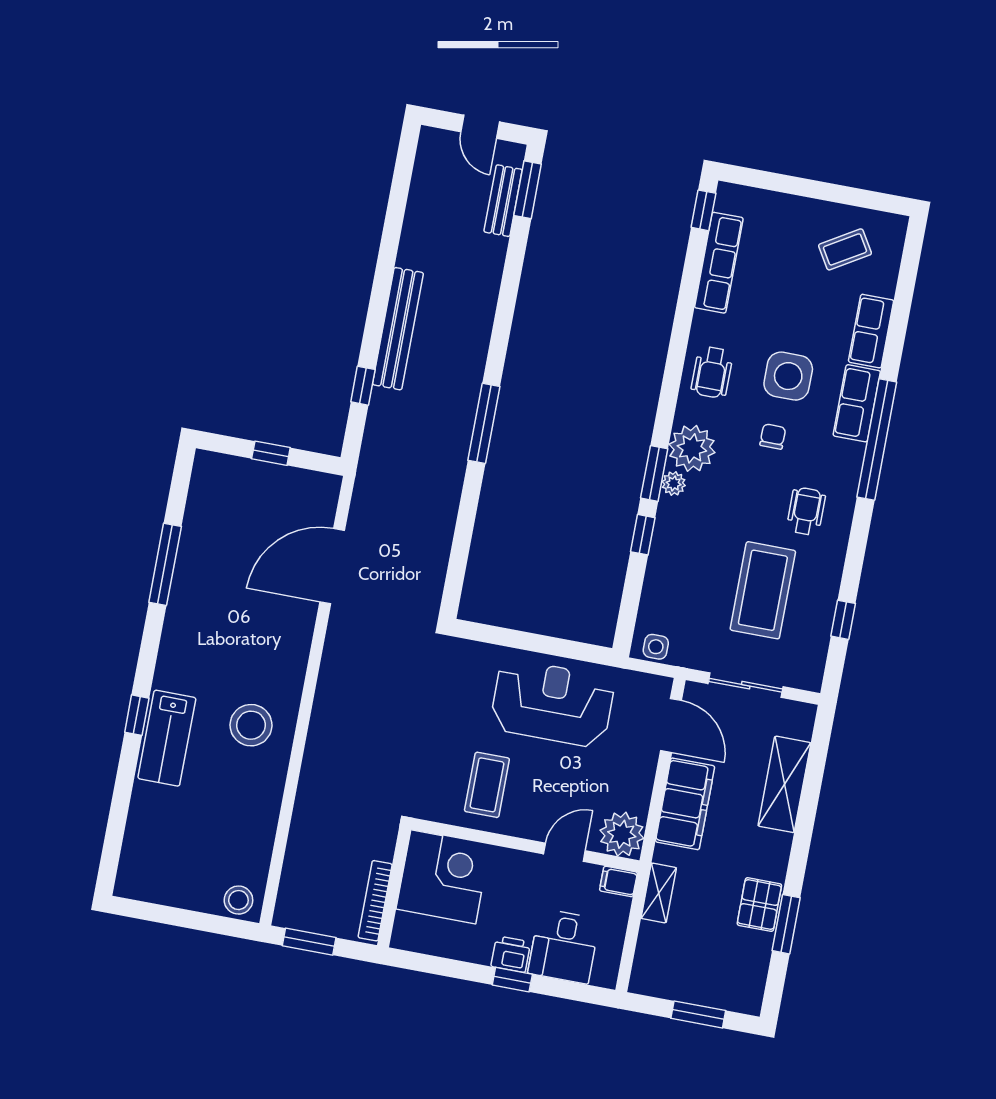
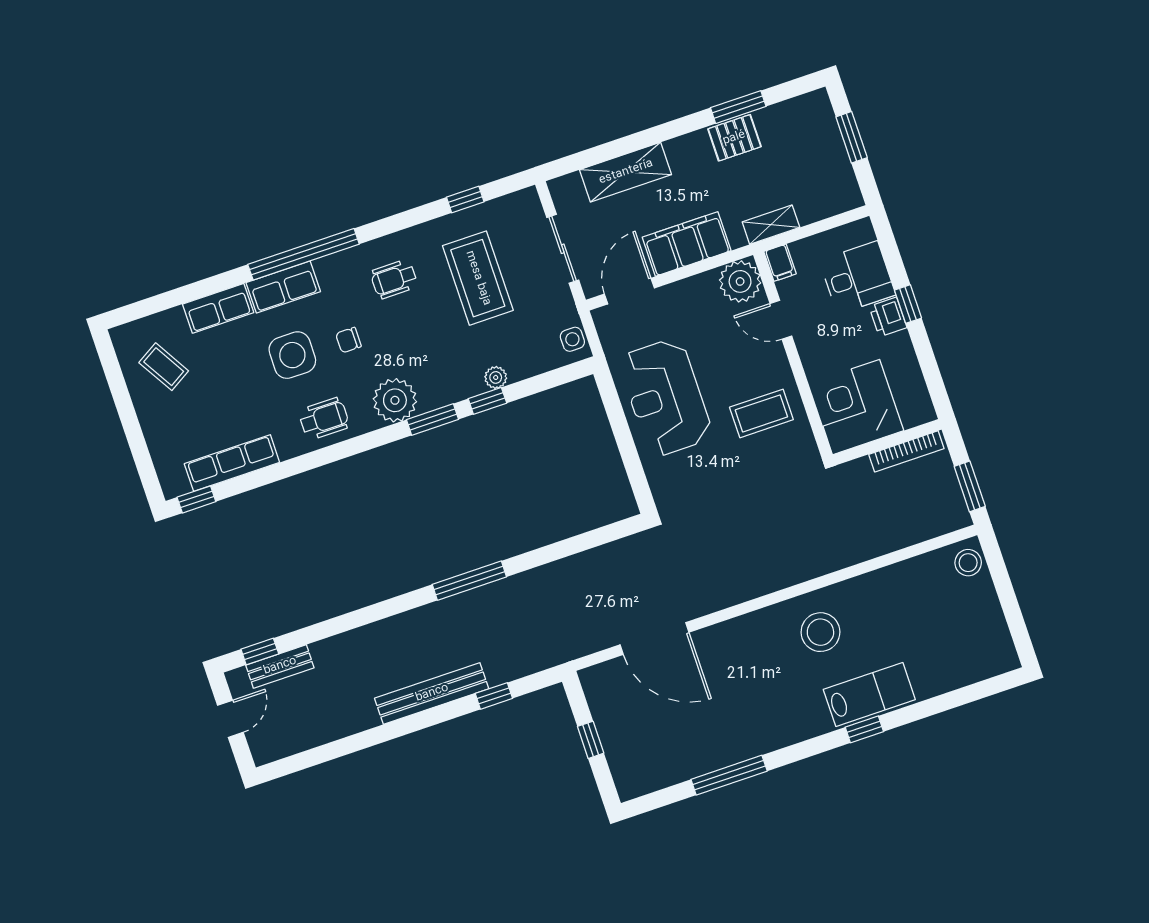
window: (528, 190) -> (260, 652), width x0.67
plant: (674, 483) -> (496, 377), moved
coffee table: (763, 590) -> (478, 278), turned 90

